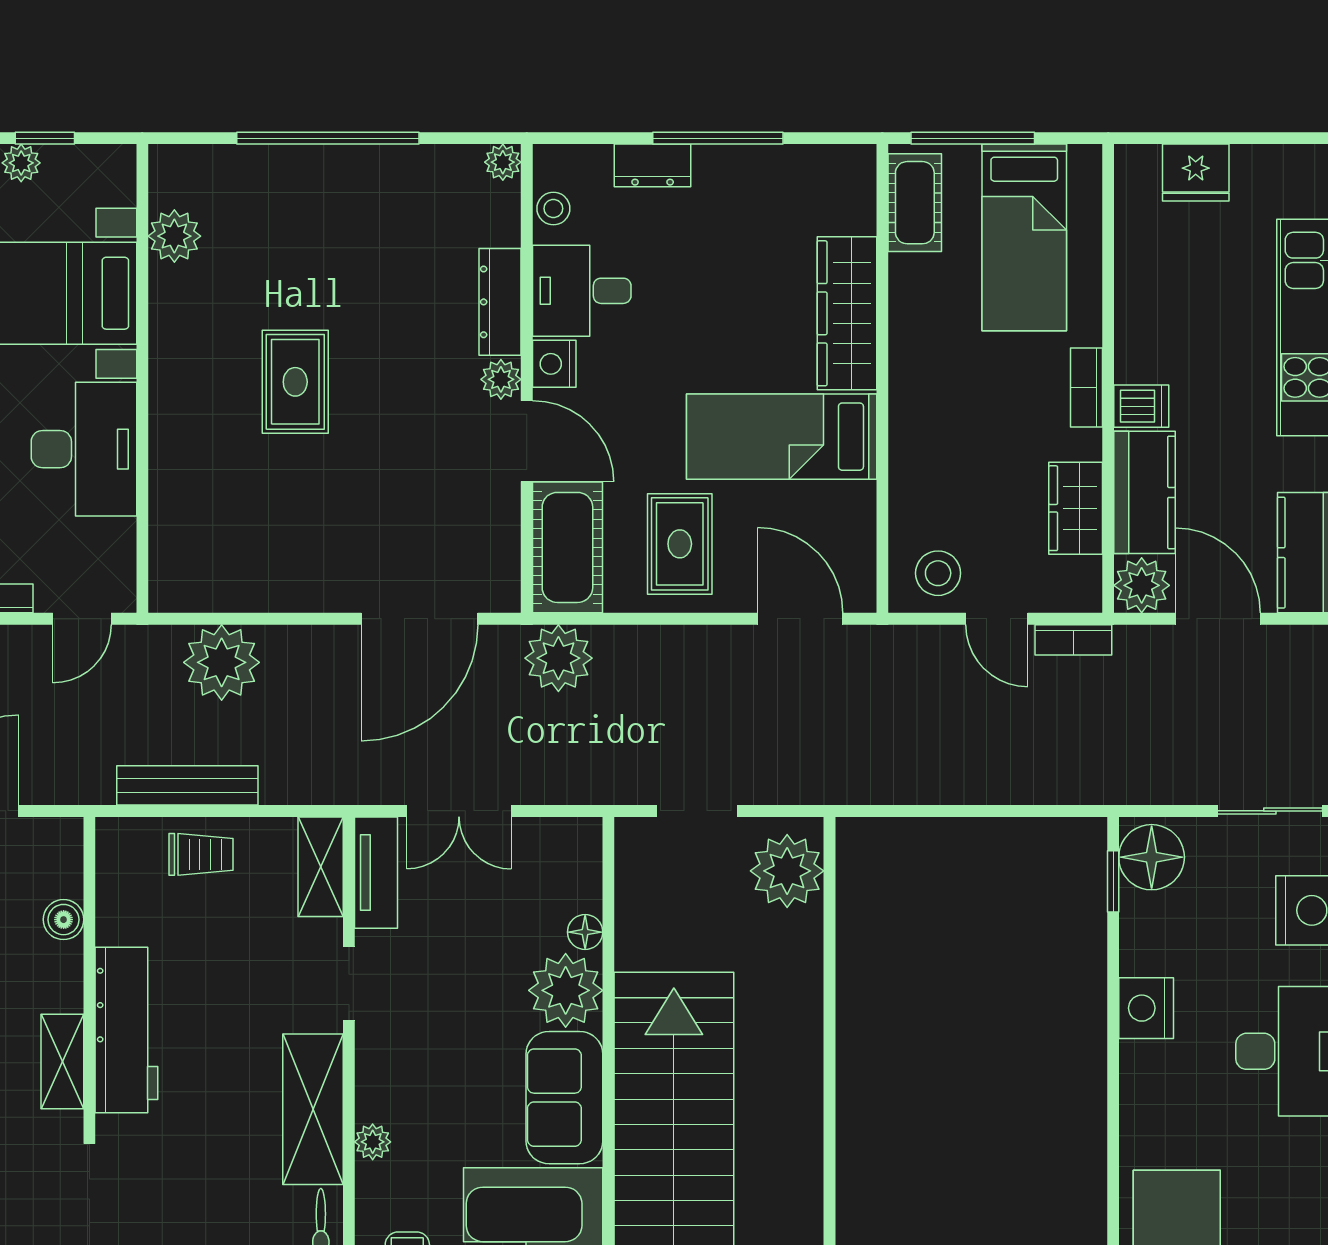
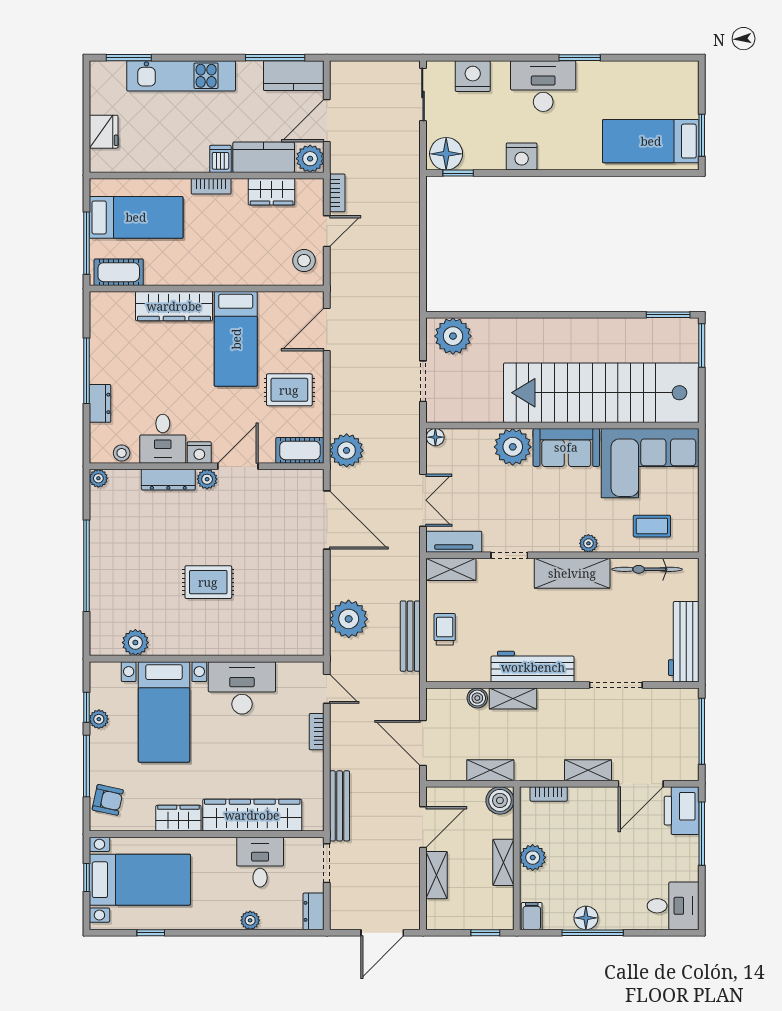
cot: (567, 547) -> (300, 450), width x0.73, depth x0.75
floor lamp: (585, 932) -> (435, 437), moved
shelving: (62, 1061) -> (513, 699), moved

